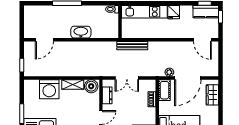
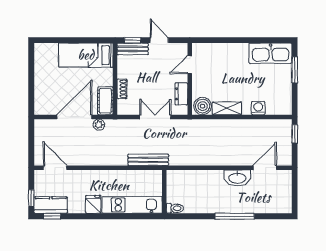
washbasin: (81, 32) -> (237, 178), moved
washing machine: (49, 89) -> (258, 108), width x0.53, depth x0.53
wardrobe: (212, 95) -> (42, 95), removed

